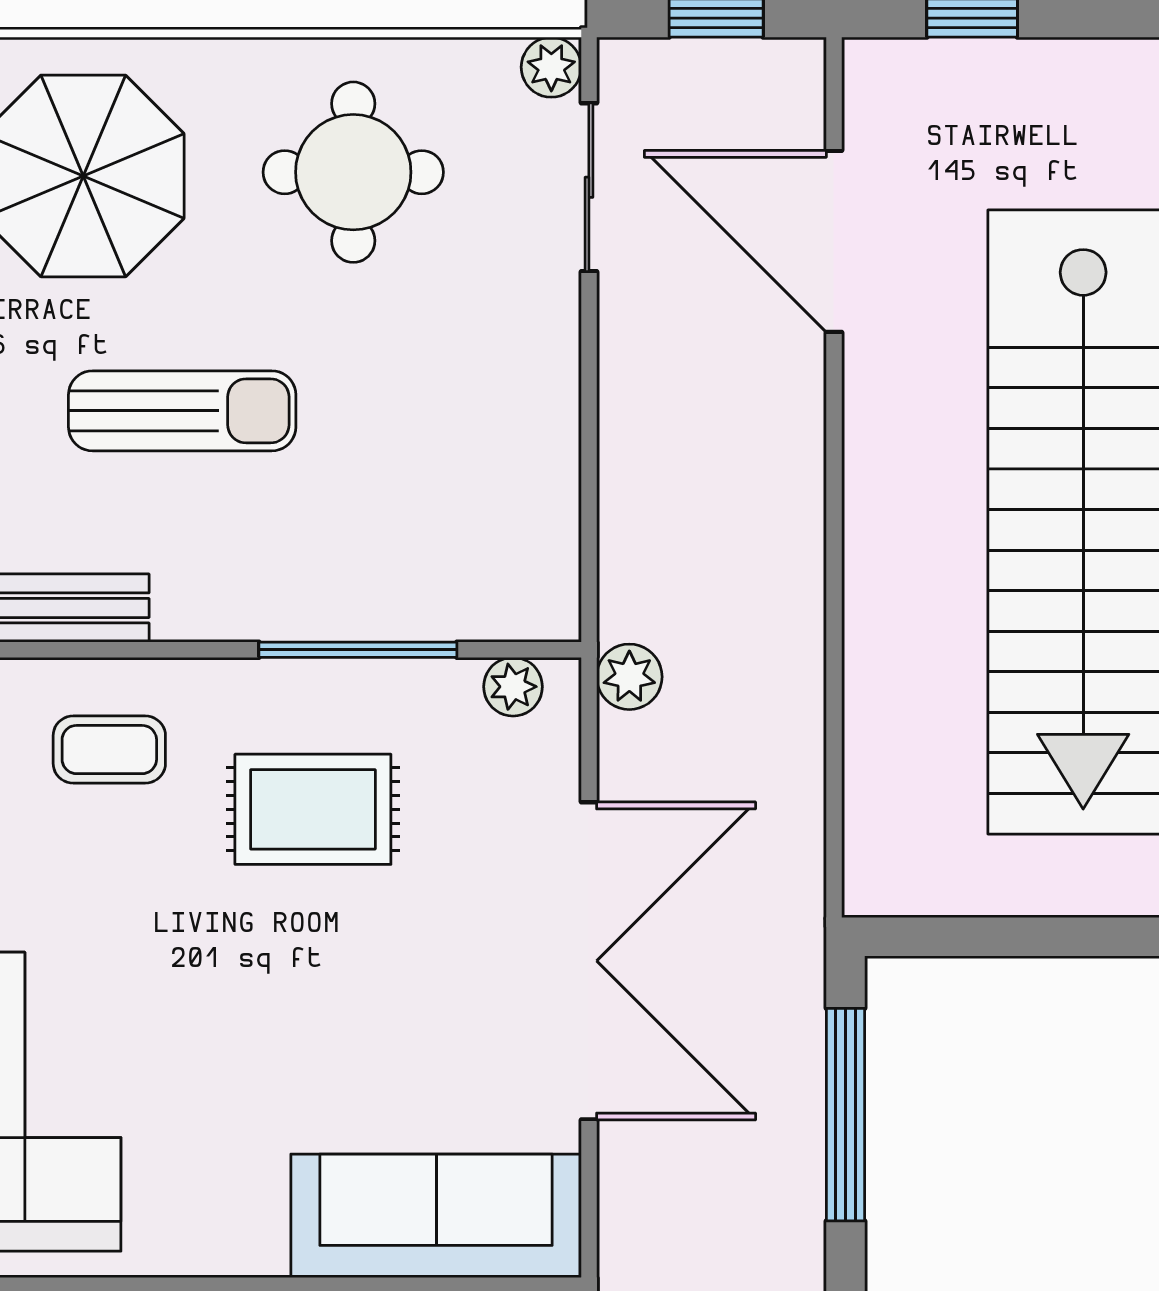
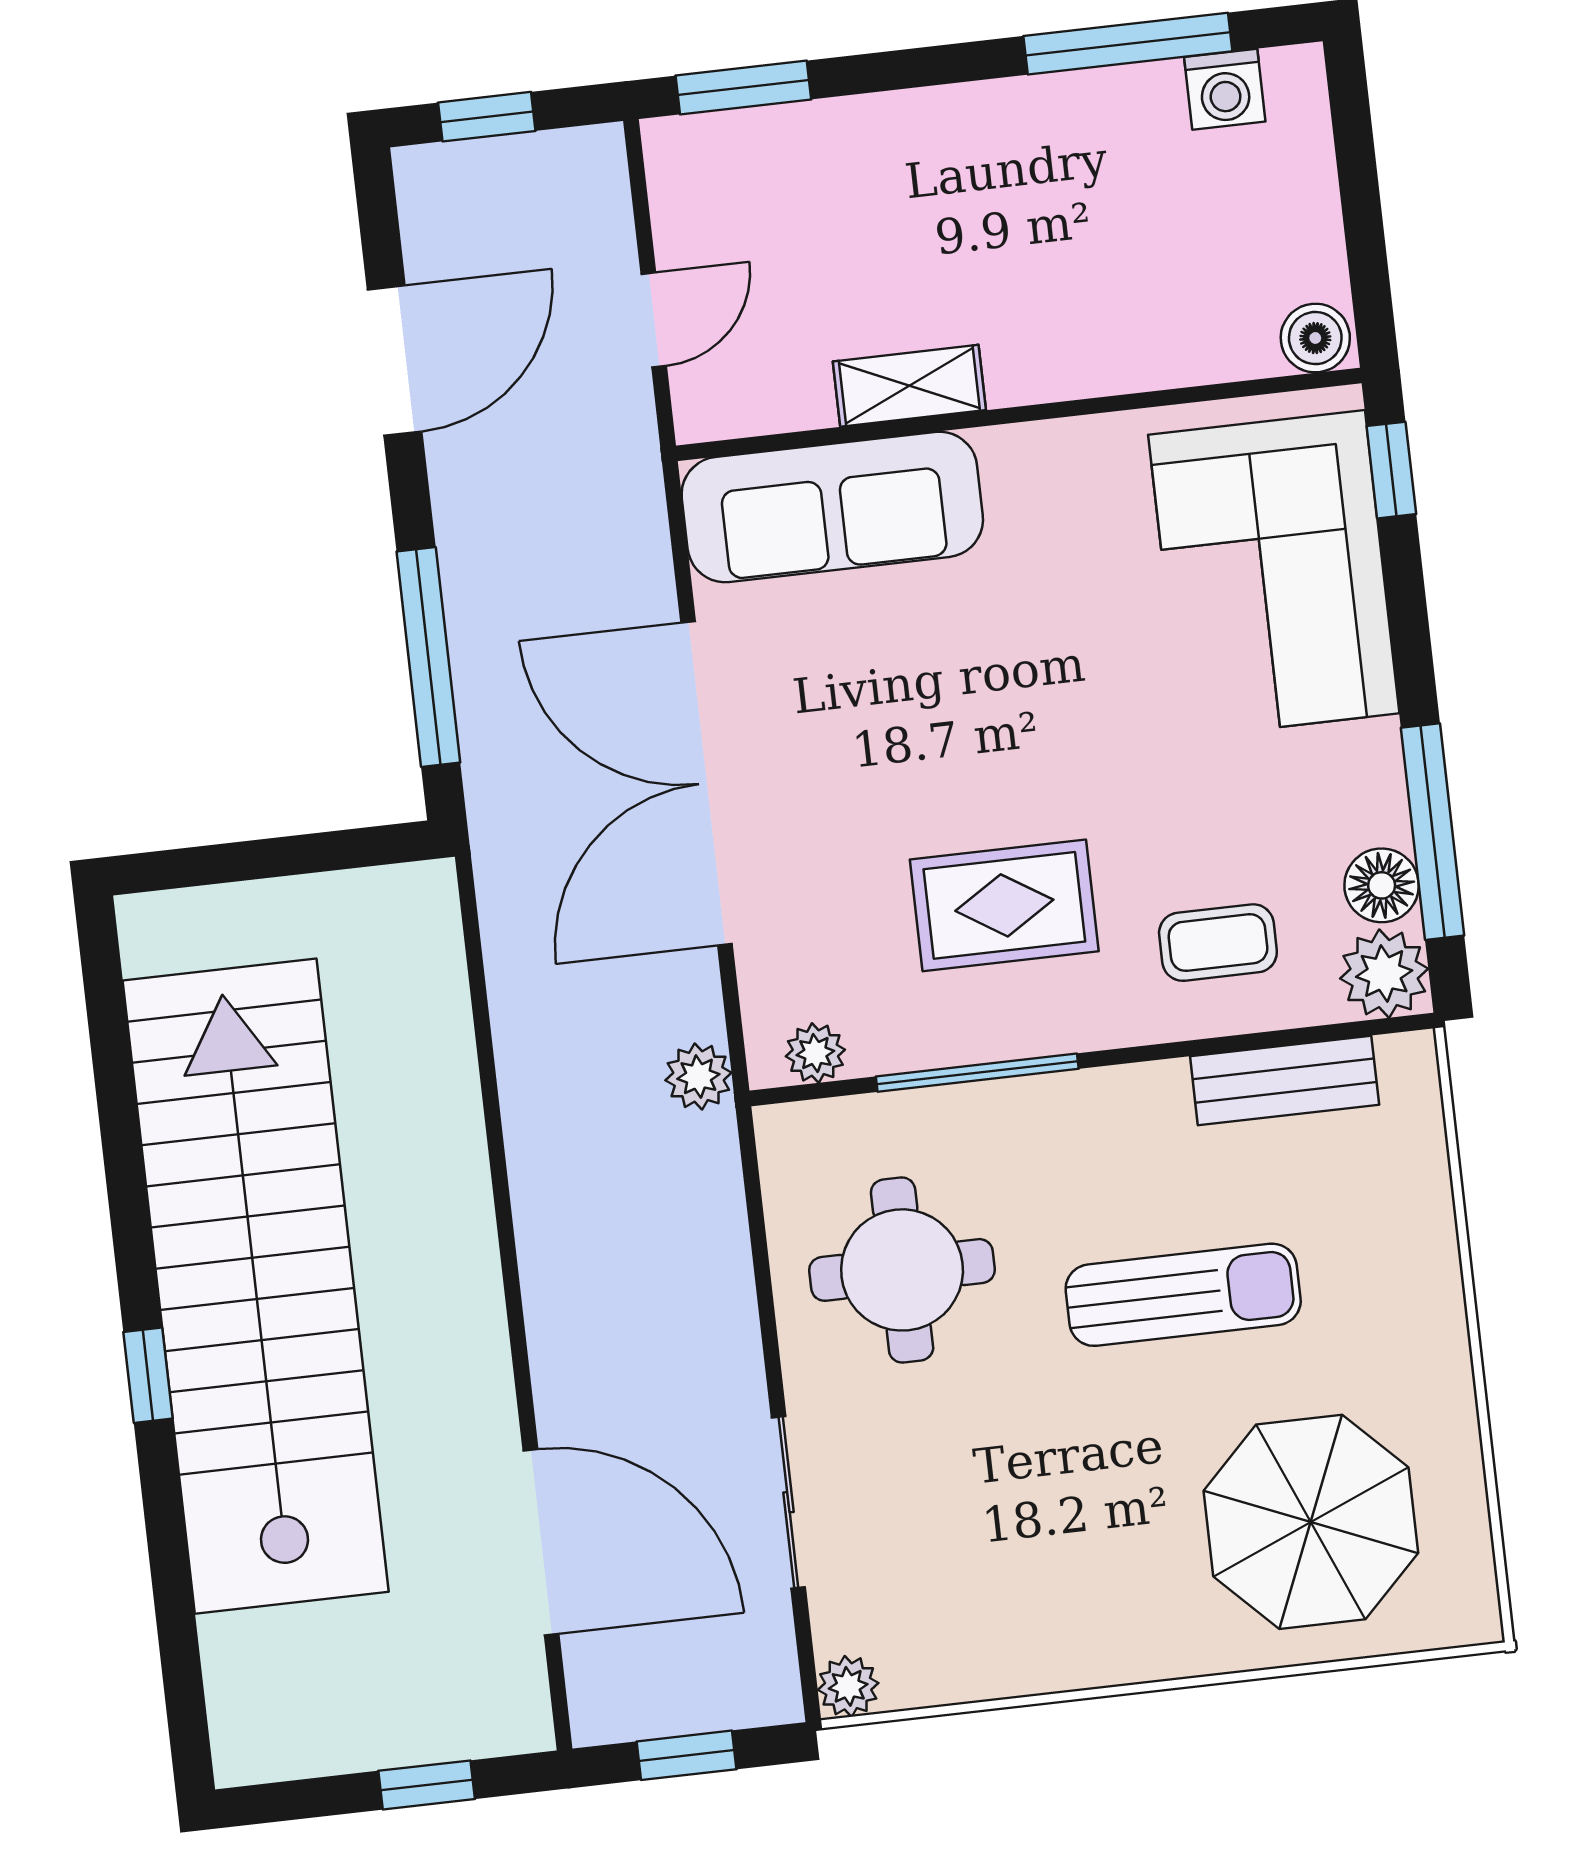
round table: (353, 172) -> (902, 1270), moved
sliding door: (589, 187) -> (788, 1502), moved
sun lounger: (182, 411) -> (1183, 1295), turned 180

